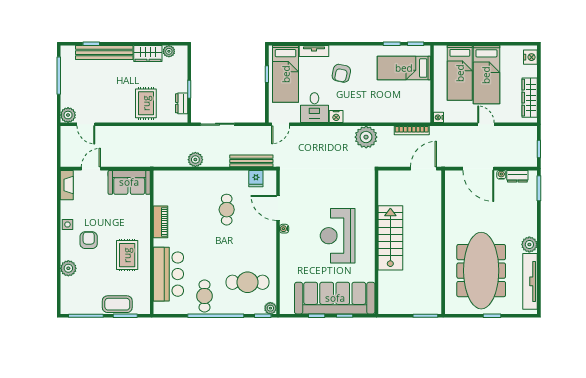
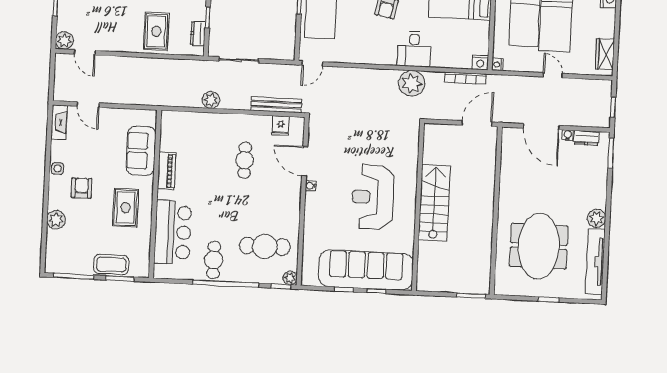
wardrobe: (530, 98) -> (605, 54), width x0.67
desk: (314, 108) -> (414, 49), moved
nightstand: (336, 116) -> (480, 62), moved
door: (91, 169) -> (88, 105), swing flipped
sofa: (129, 182) -> (141, 151), moved, turned 90
meeting table: (481, 271) -> (539, 246), width x0.73

